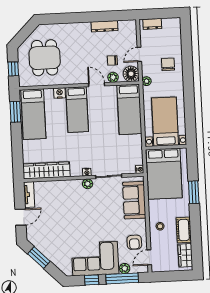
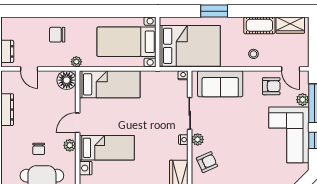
door: (139, 54) -> (29, 69), moved
chair: (112, 60) -> (39, 149), moved
plant: (113, 77) -> (70, 145), moved
armchair: (69, 192) -> (207, 162), added

